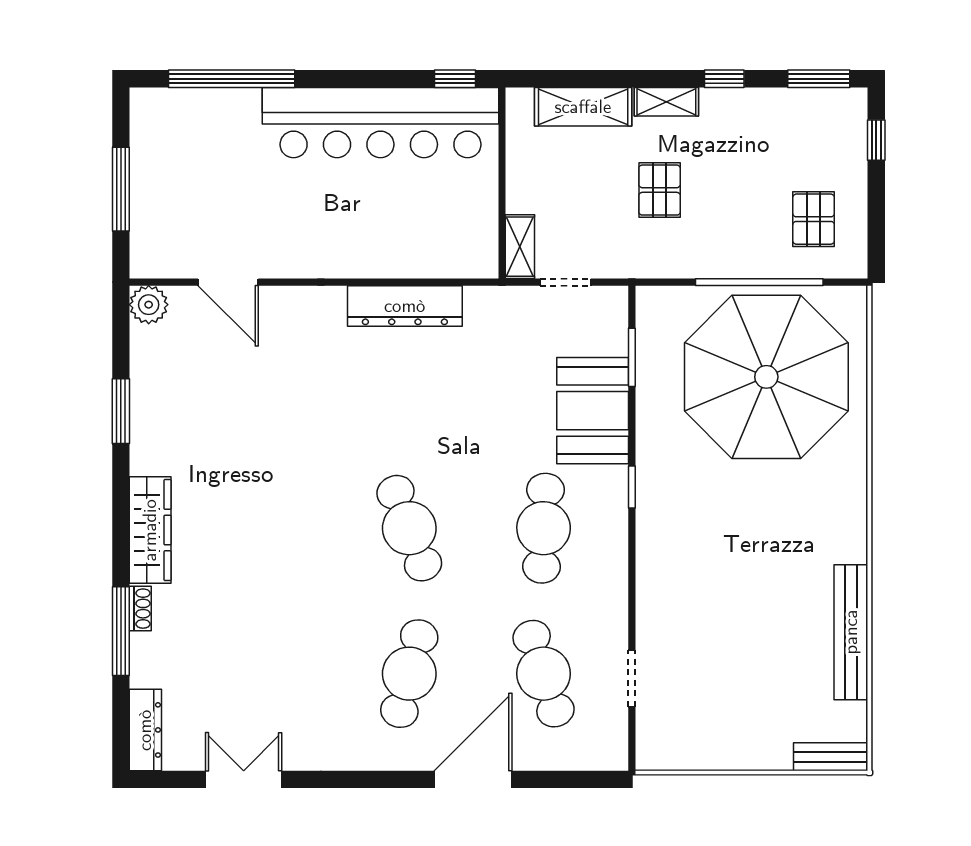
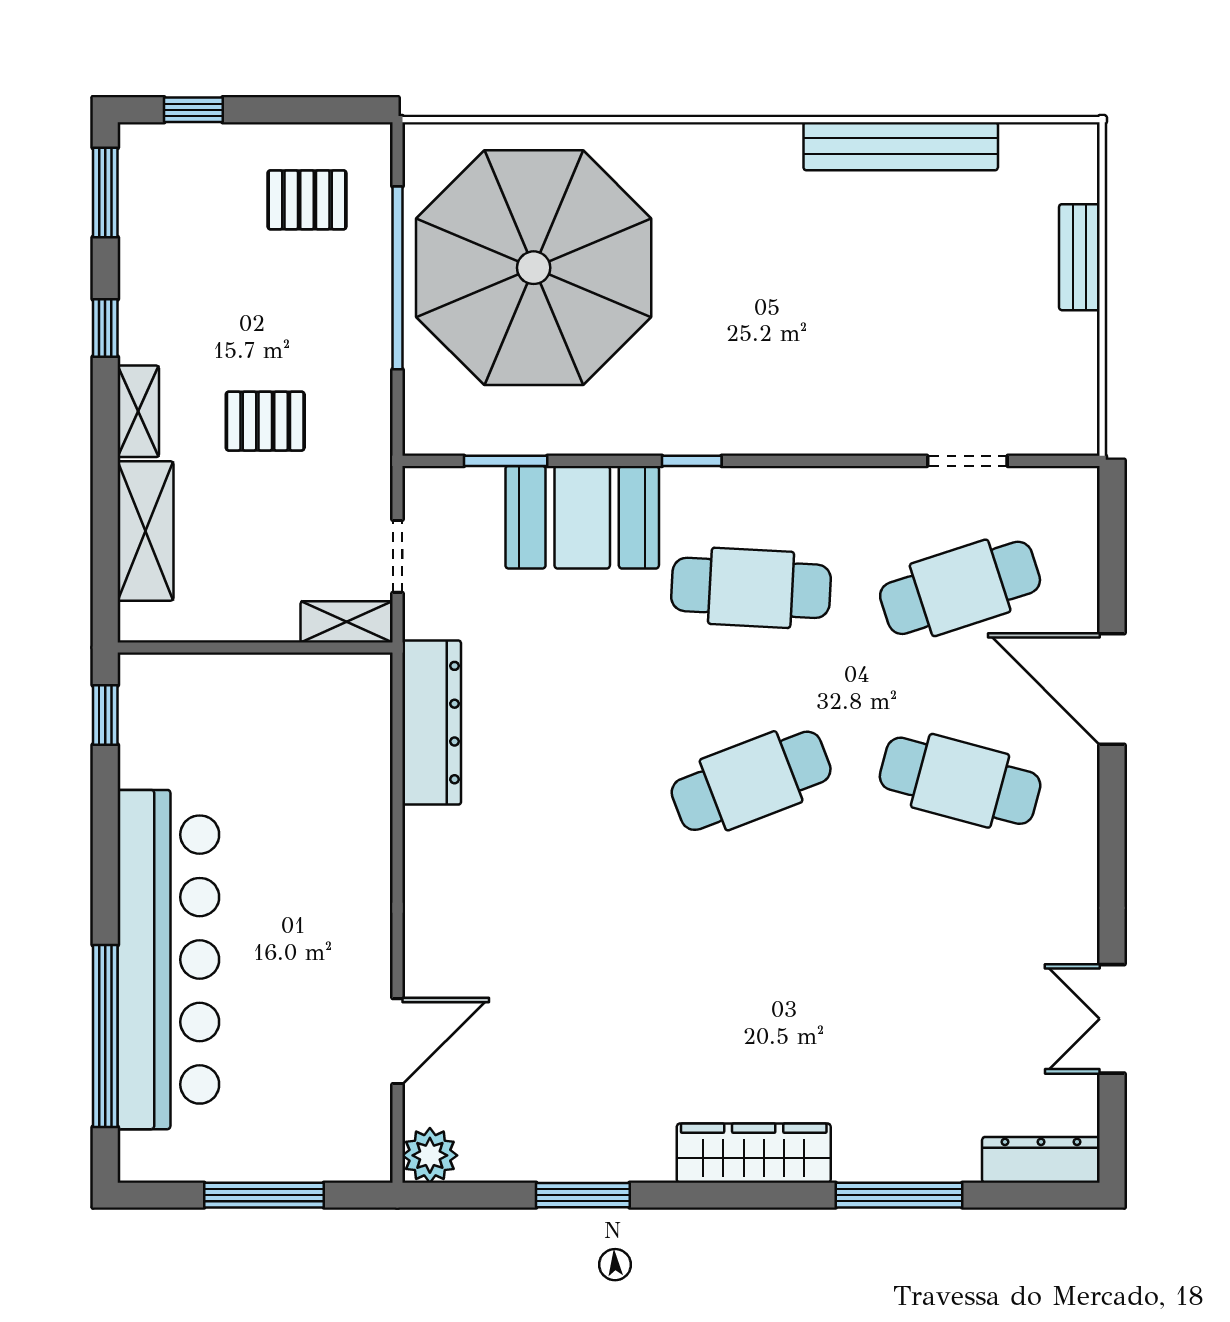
bar counter: (380, 123) -> (168, 960), moved
dresser: (405, 306) -> (432, 723), moved
shoe rack: (140, 609) -> (867, 1167), removed
bench: (831, 757) -> (1079, 257), moved

